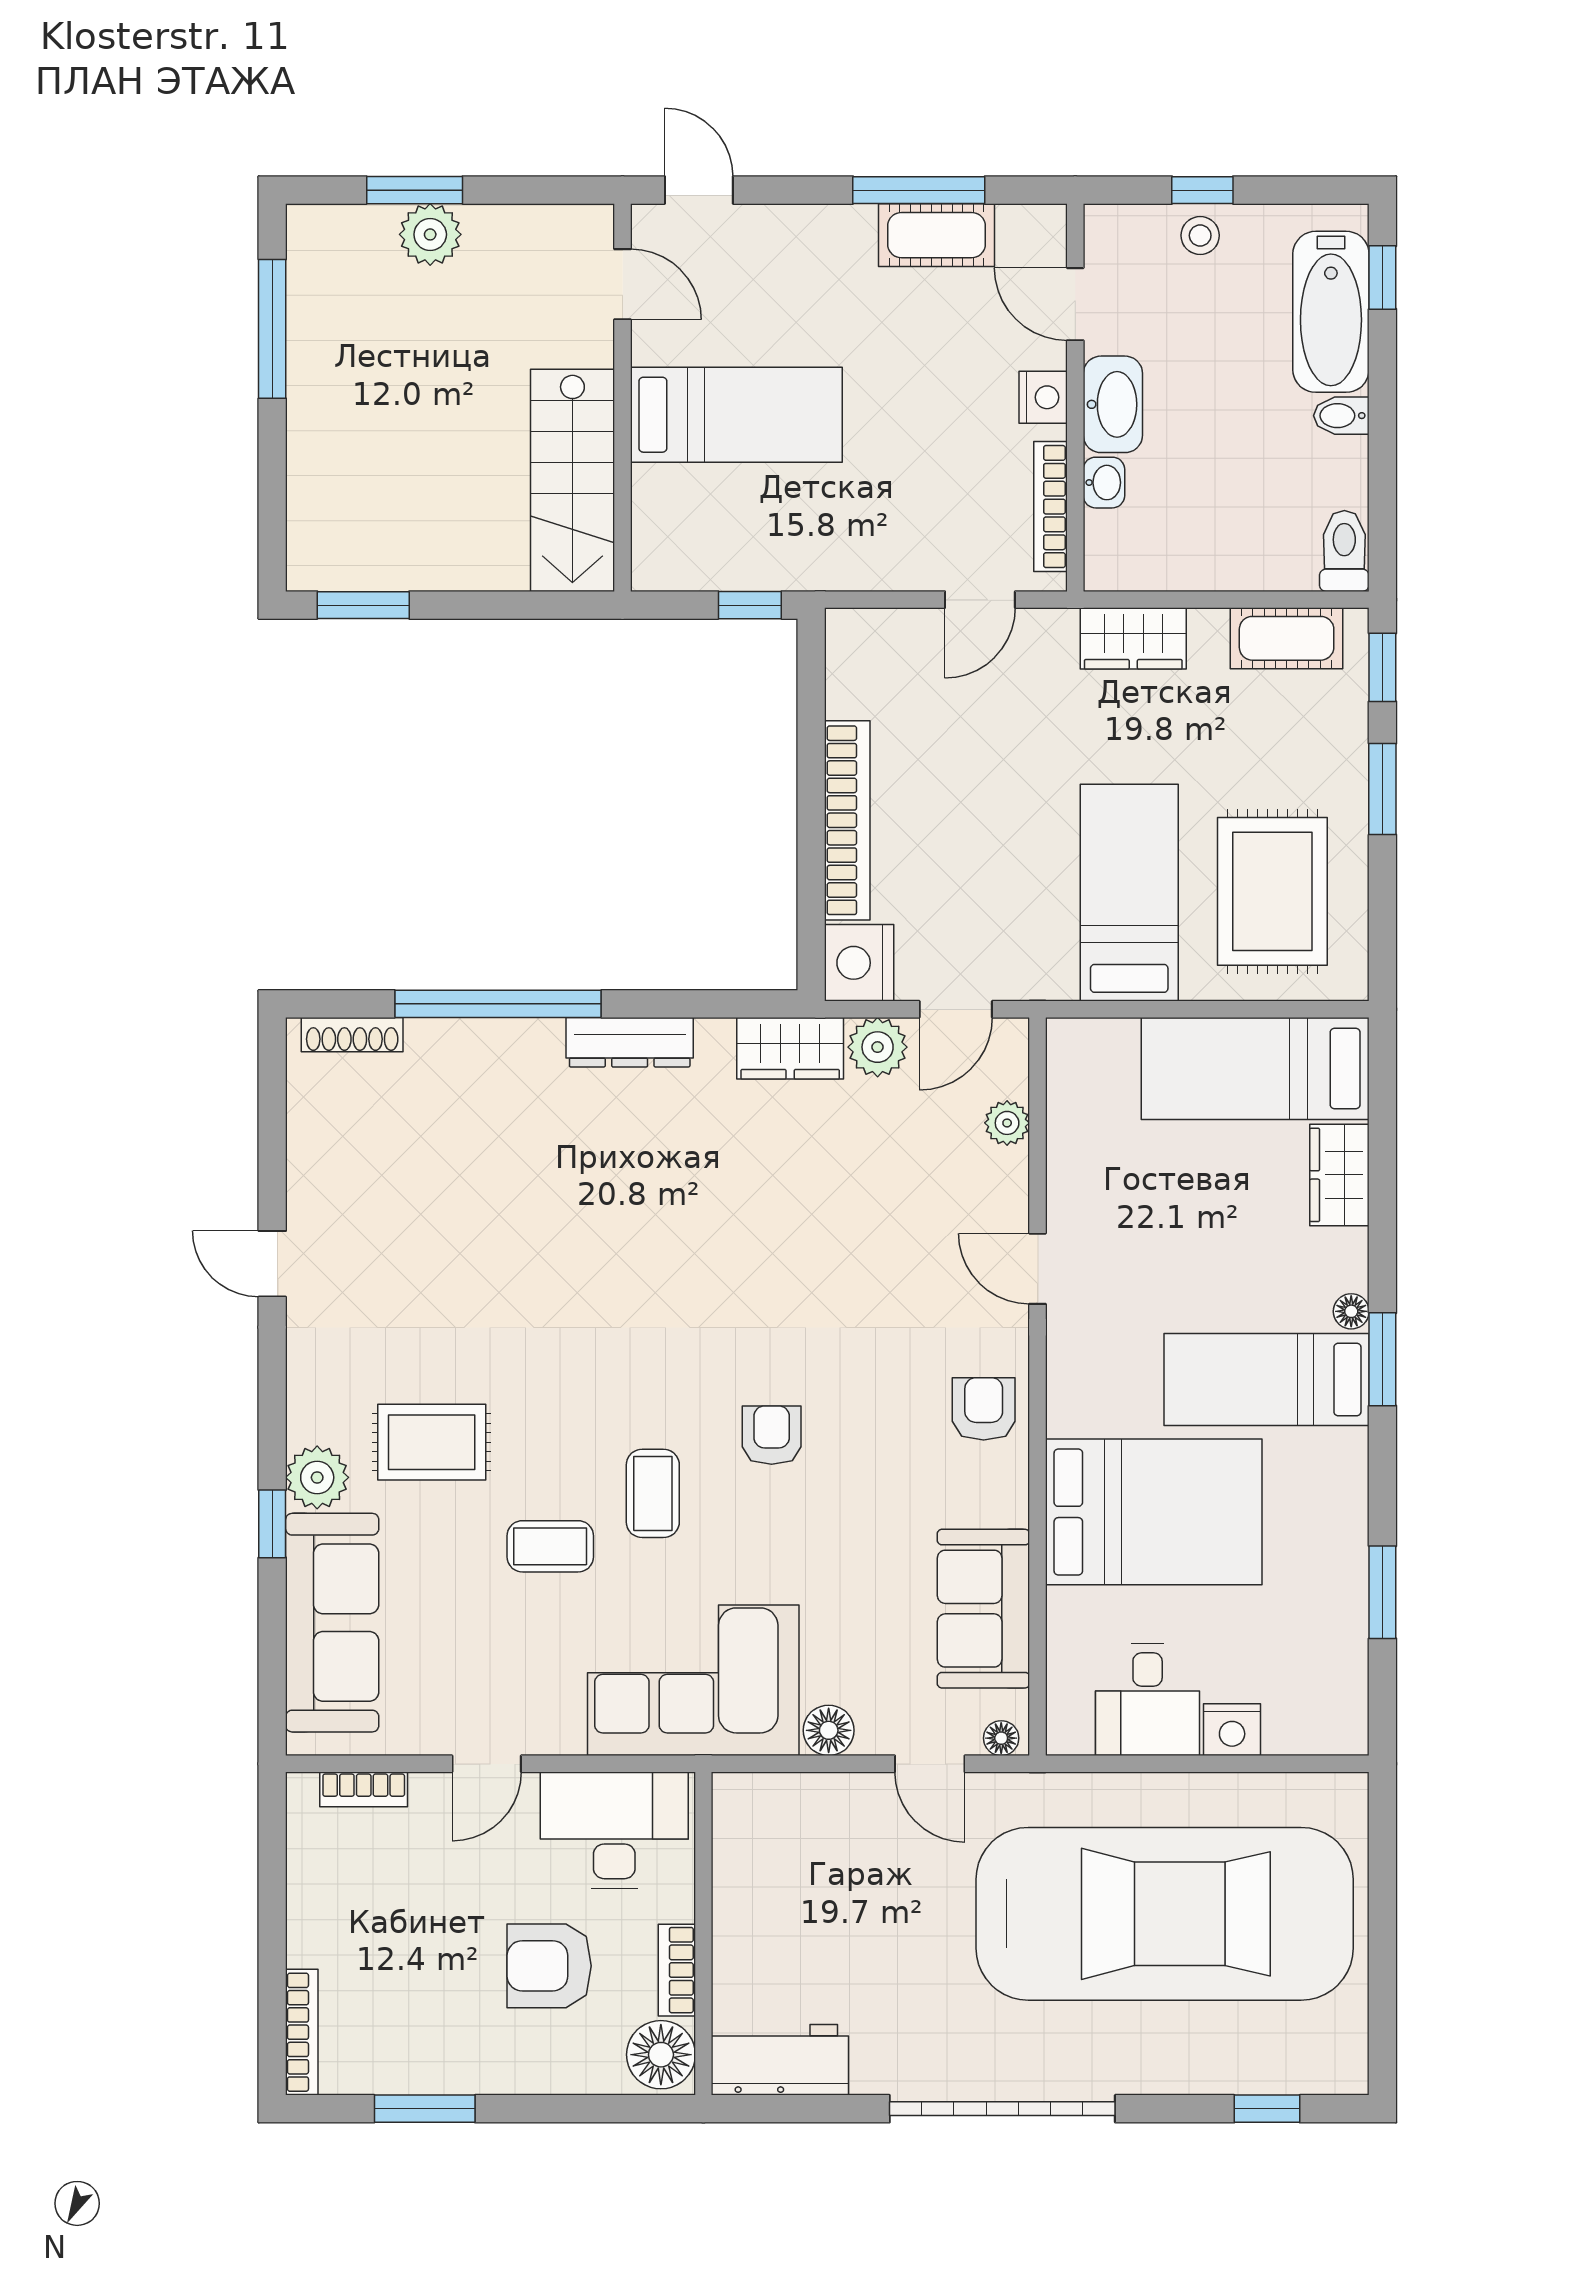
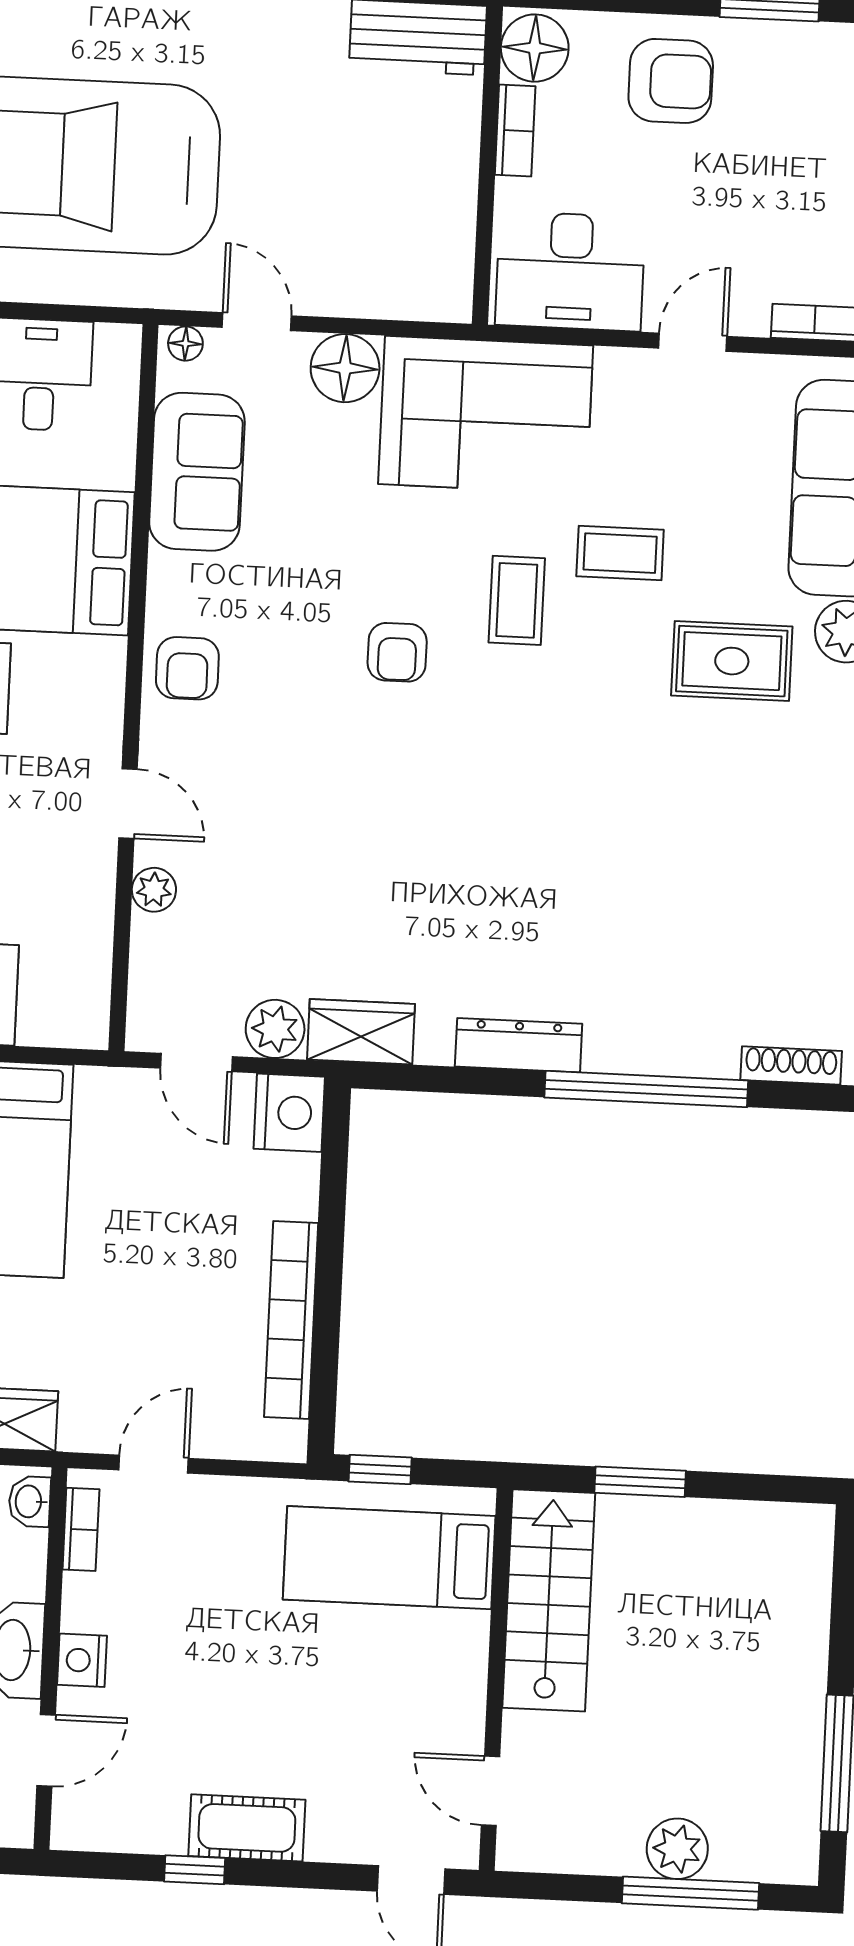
window: (415, 190) -> (691, 1893), width x1.44
window: (919, 190) -> (195, 1870), width x0.46
cot: (937, 235) -> (247, 1828), moved
door: (1075, 304) -> (46, 1750), hinge flipped
bed: (736, 415) -> (389, 1558), moved
washbasin: (1104, 483) -> (30, 1501), moved
bookcase: (1050, 507) -> (81, 1529), width x0.64
window: (363, 605) -> (640, 1482), moved
bookcase: (847, 820) -> (291, 1320), moved
door: (956, 1009) -> (196, 1062), swing flipped
plant: (1007, 1123) -> (154, 890), moved
floor lamp: (829, 1730) -> (345, 368), width x1.38, depth x1.38
armchair: (549, 1966) -> (671, 81), moved

